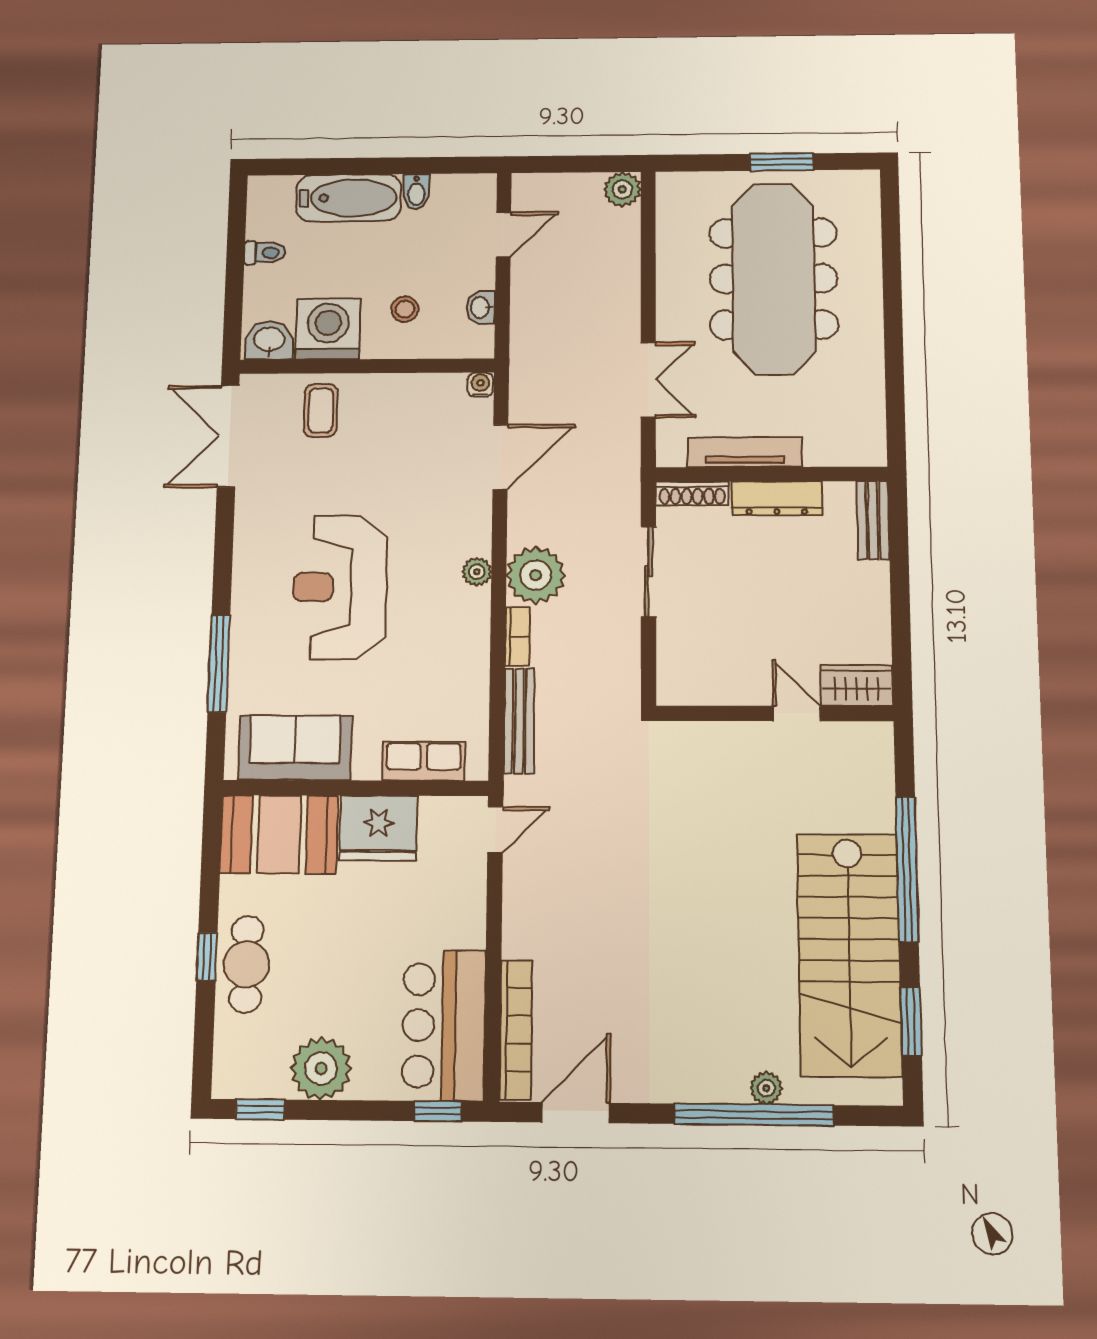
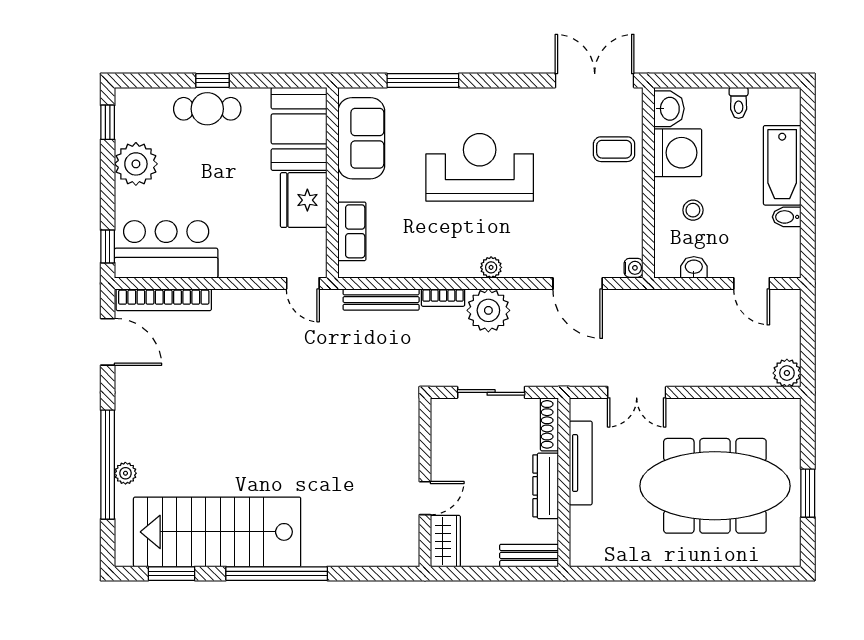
wardrobe: (857, 686) -> (445, 541), moved
wall: (775, 714) -> (425, 482), moved
door: (797, 714) -> (425, 498), moved

